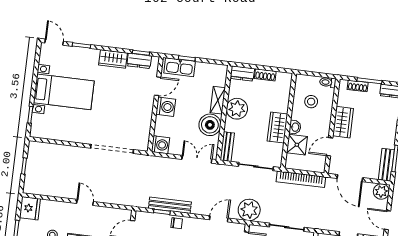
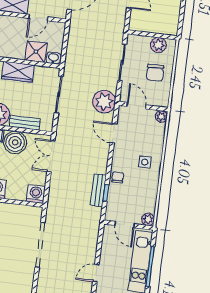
washbasin: (295, 127) -> (53, 58), moved
bench: (227, 147) -> (25, 123), moved
door: (329, 147) -> (38, 18), hinge flipped
bookcase: (301, 179) -> (72, 47), removed
bench: (170, 205) -> (98, 190), width x0.73

